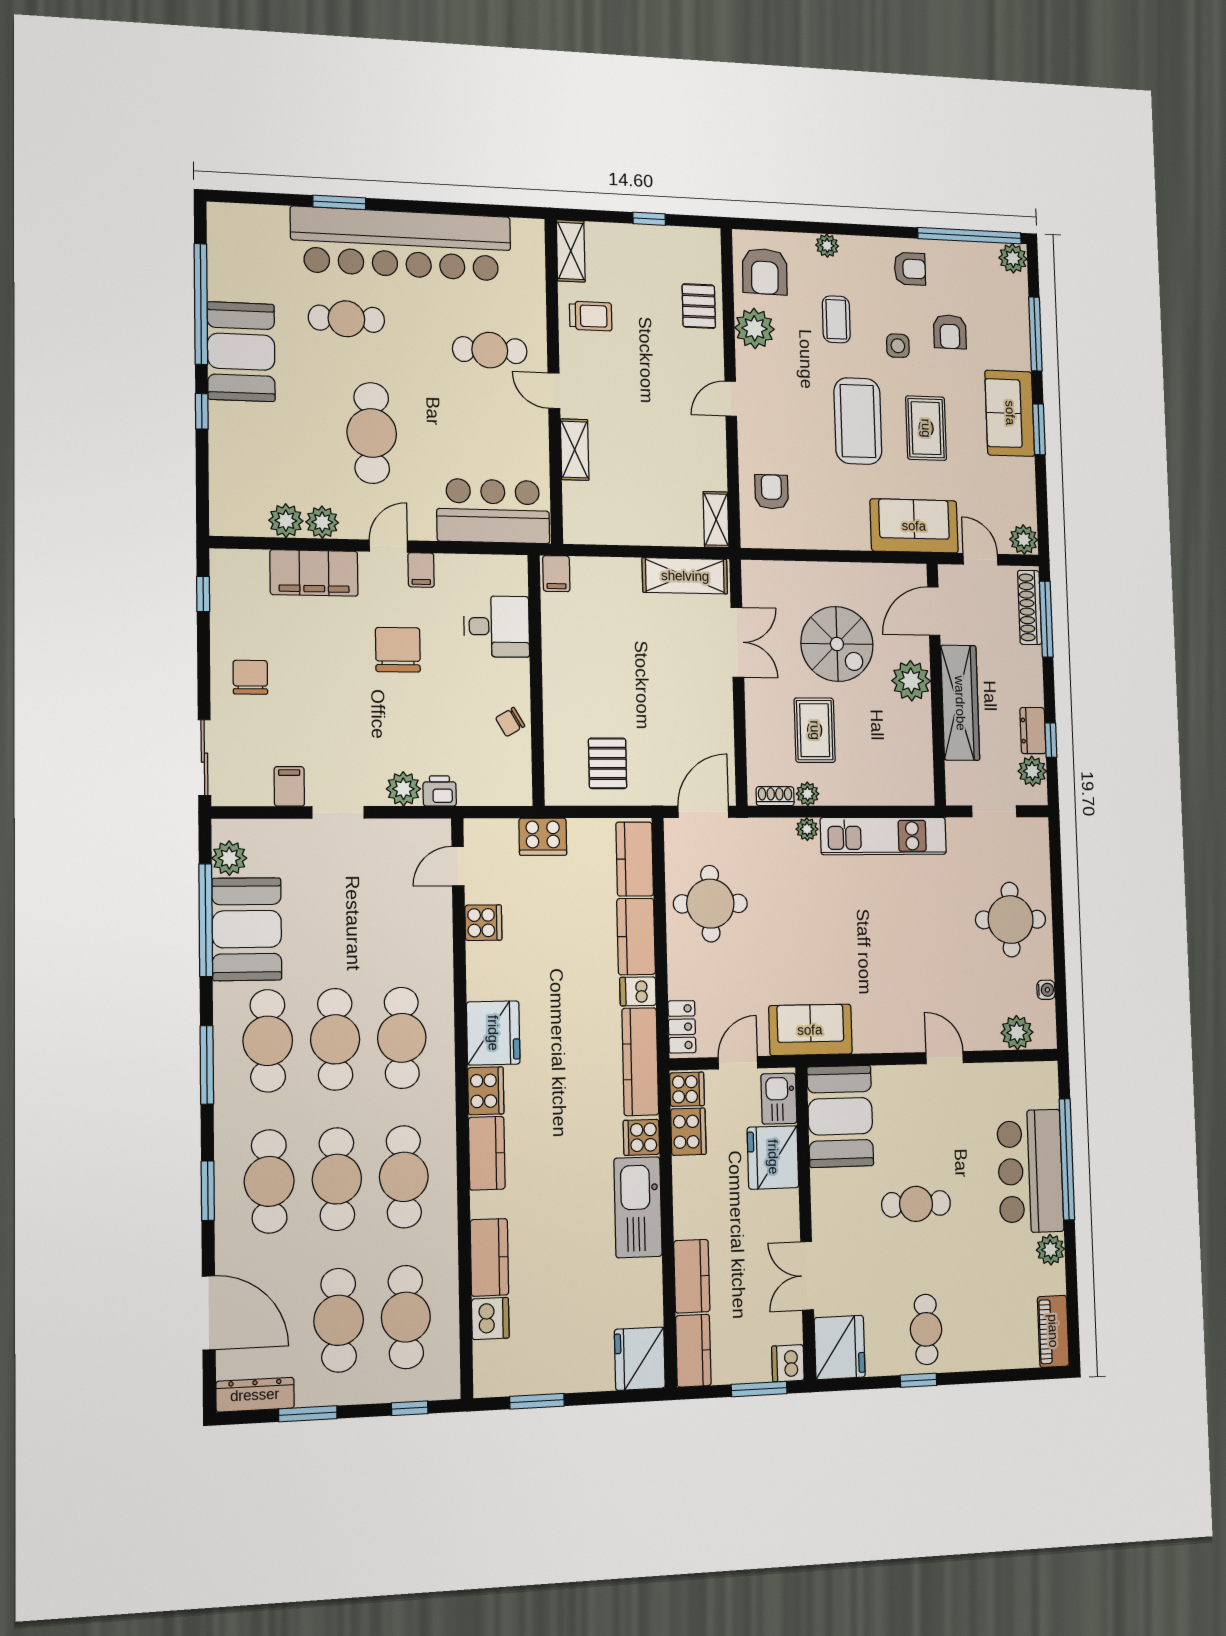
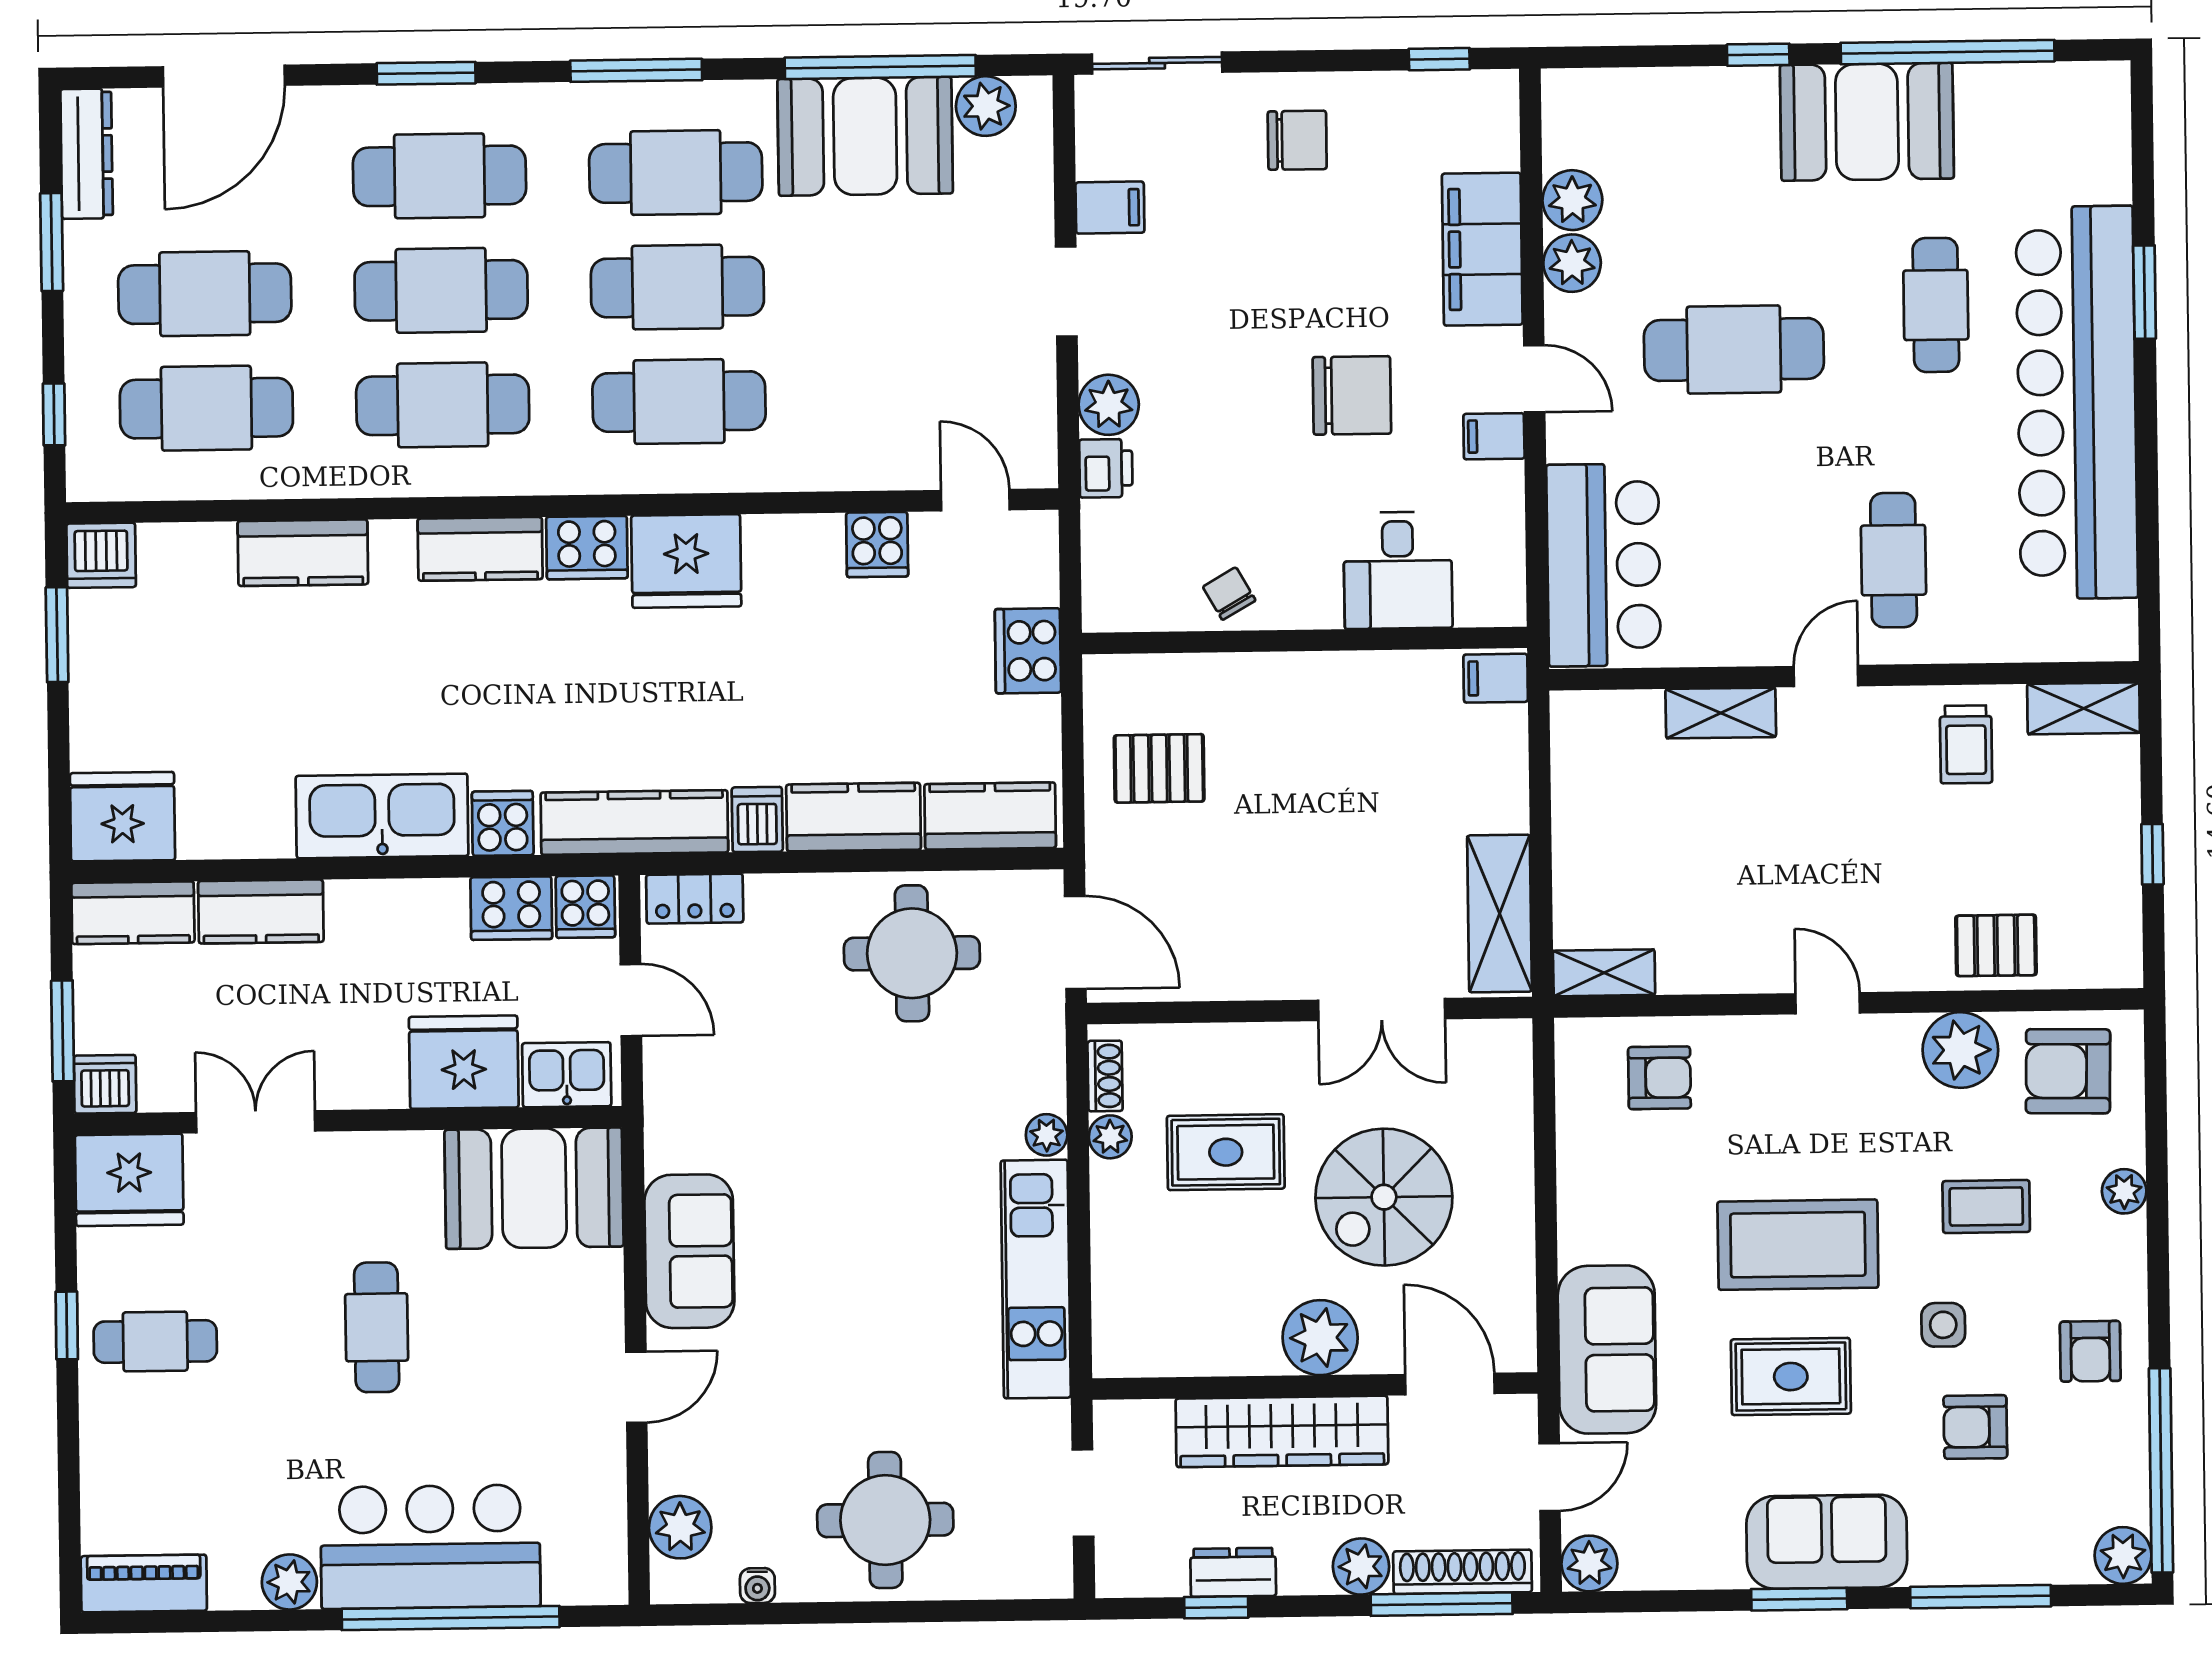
plant: (1032, 771) -> (1361, 1566), moved
sofa: (810, 1030) -> (689, 1251), moved
dishwasher: (490, 1319) -> (101, 555), moved

